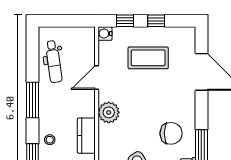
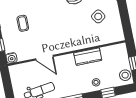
coffee table: (148, 58) -> (23, 23), width x0.54, depth x0.58
plant: (109, 112) -> (68, 44), removed

